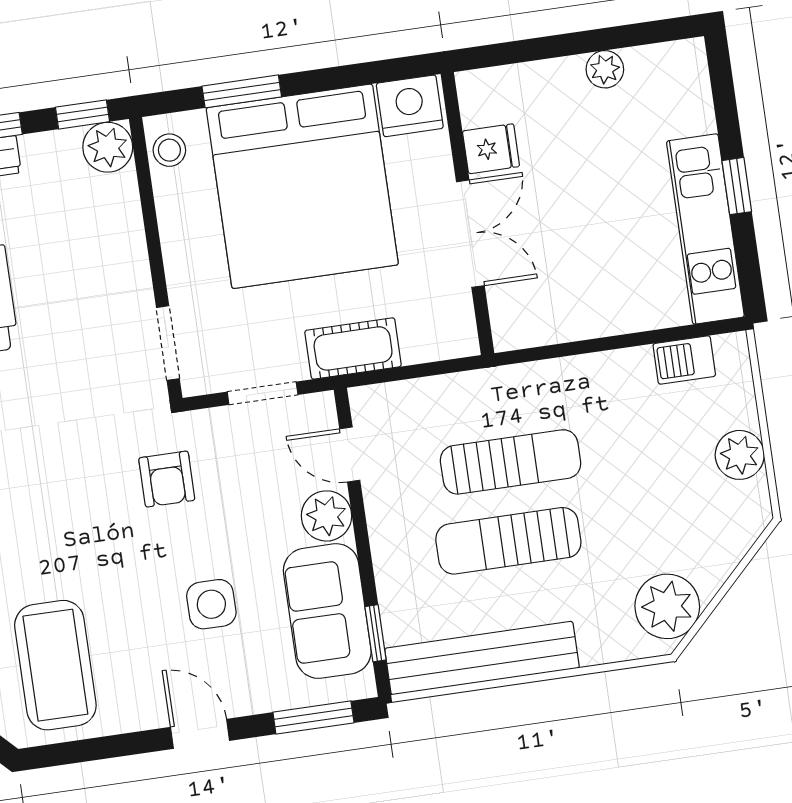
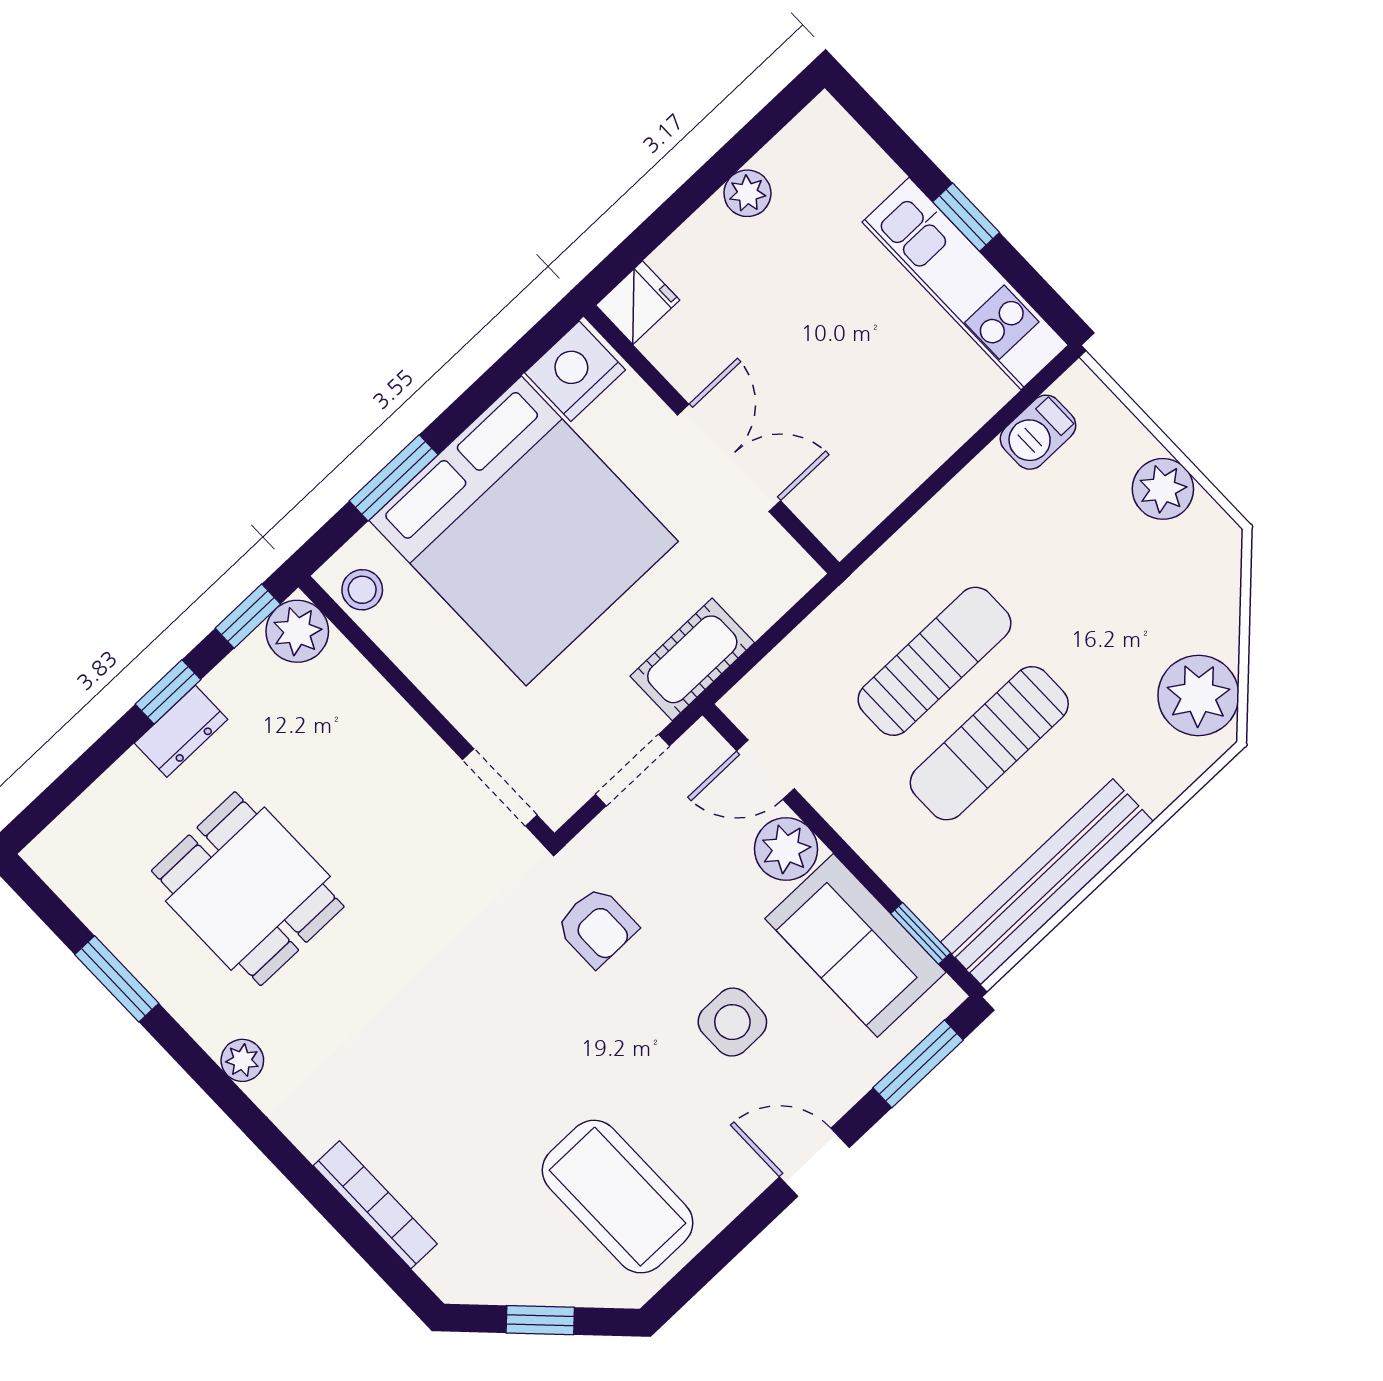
fridge: (491, 149) -> (638, 303), moved

